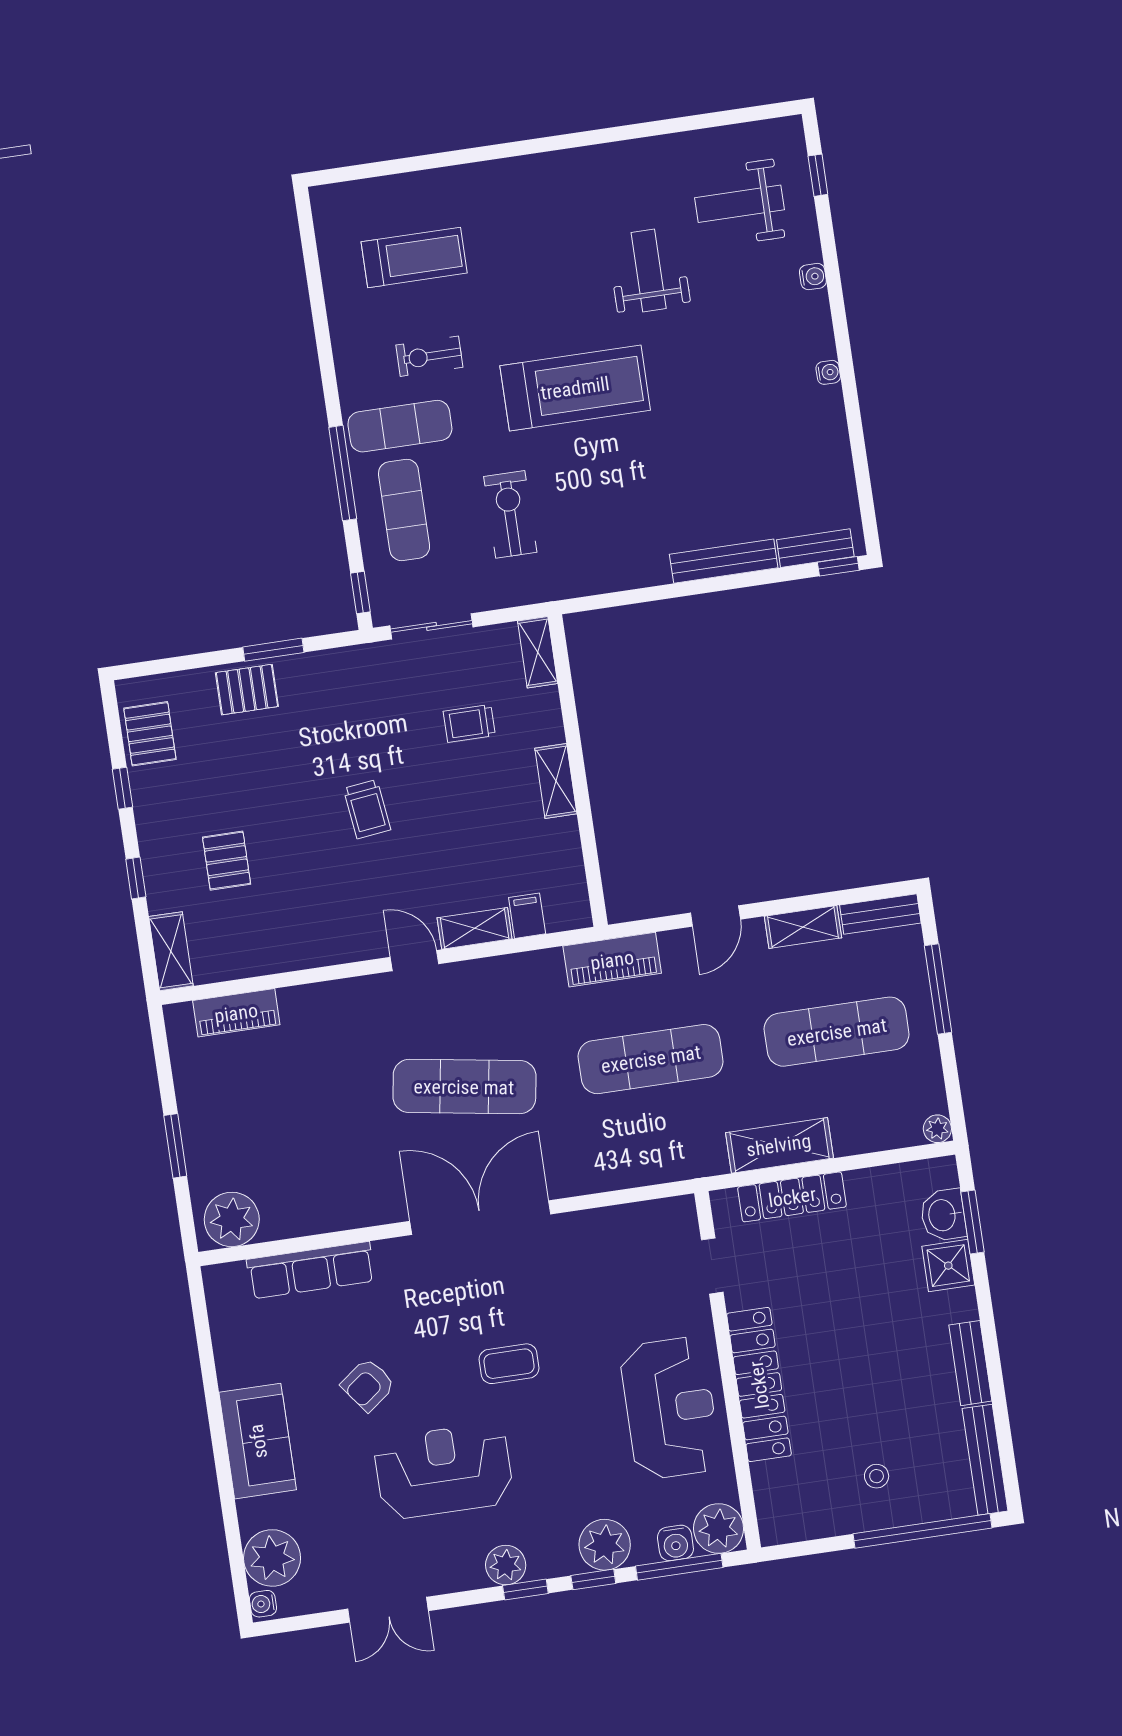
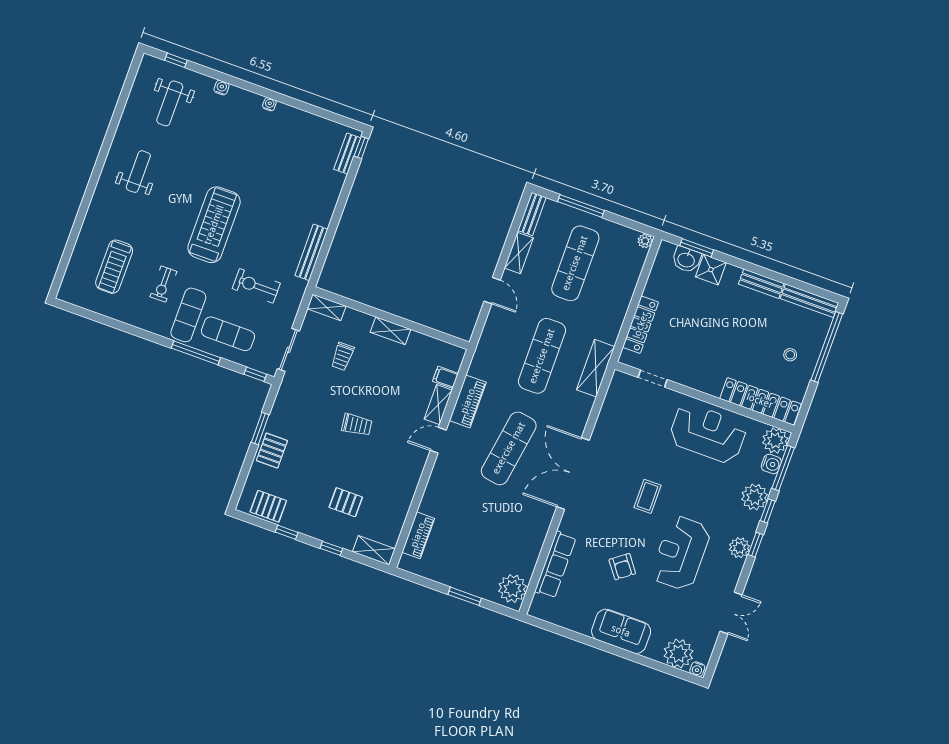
treadmill: (414, 257) -> (114, 267), turned 180
weight bench: (649, 271) -> (138, 172), moved, turned 90
bench: (724, 561) -> (311, 252), moved
piano: (612, 960) -> (468, 401), moved
shelving: (779, 1145) -> (596, 368), moved
locker: (759, 1385) -> (760, 401), moved

